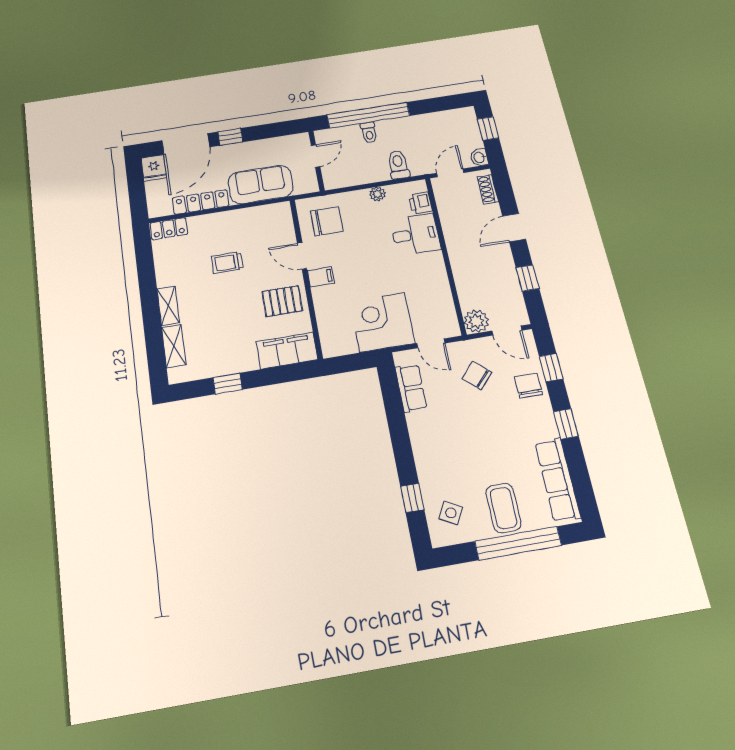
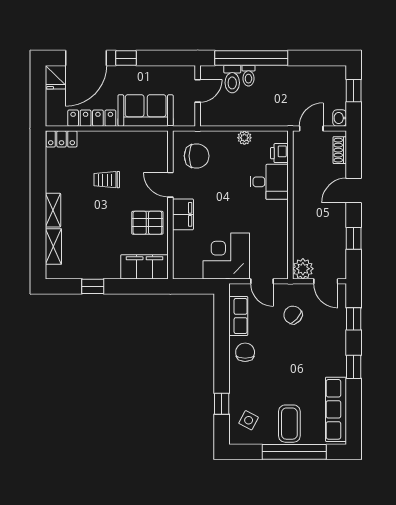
toilet: (398, 165) -> (232, 79), moved, turned 180
filing cabinet: (321, 277) -> (183, 214), width x2.00
chair: (528, 386) -> (245, 352), moved

